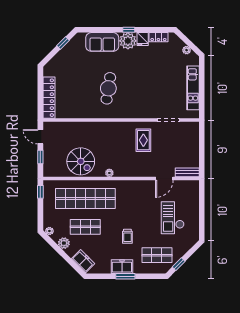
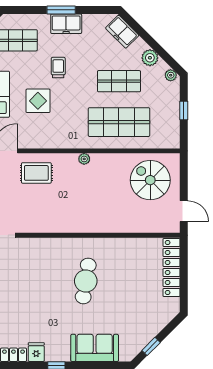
plant: (128, 41) -> (58, 350), removed
rug: (143, 140) -> (36, 173), moved, turned 90
window: (40, 157) -> (184, 182), removed
spiral stairs: (81, 161) -> (150, 180), moved
window: (40, 192) -> (184, 110), moved
shop shelf: (85, 198) -> (119, 122), width x0.71
display table: (141, 213) -> (38, 101), added

